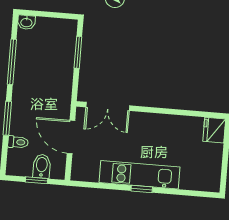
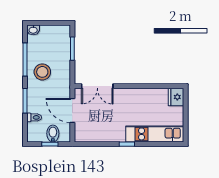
stool: (34, 81) -> (42, 72), added
kitchen unit: (140, 175) -> (155, 134), moved

